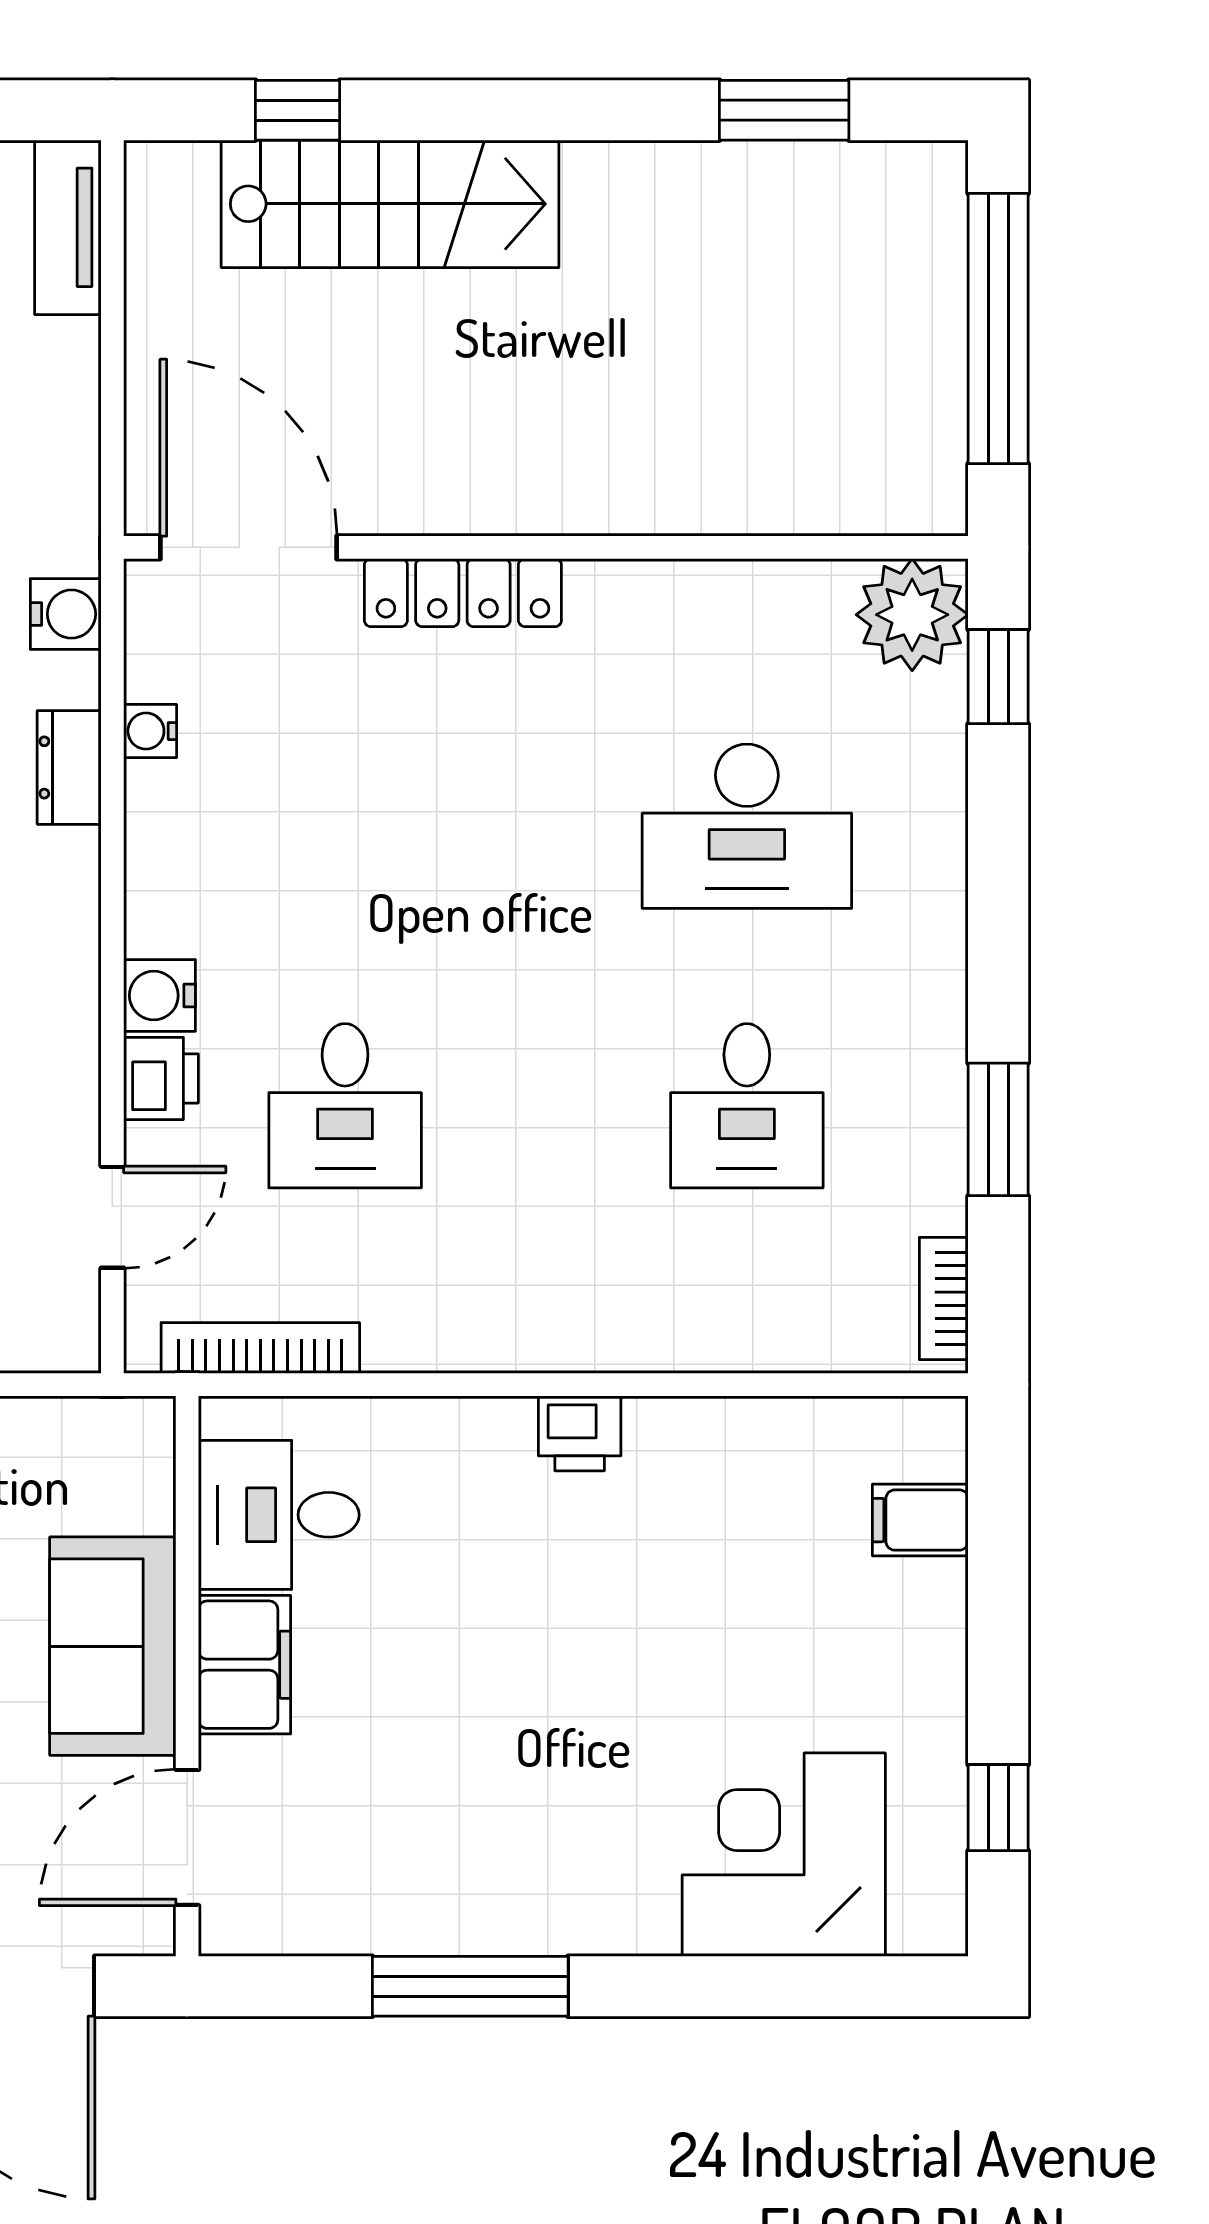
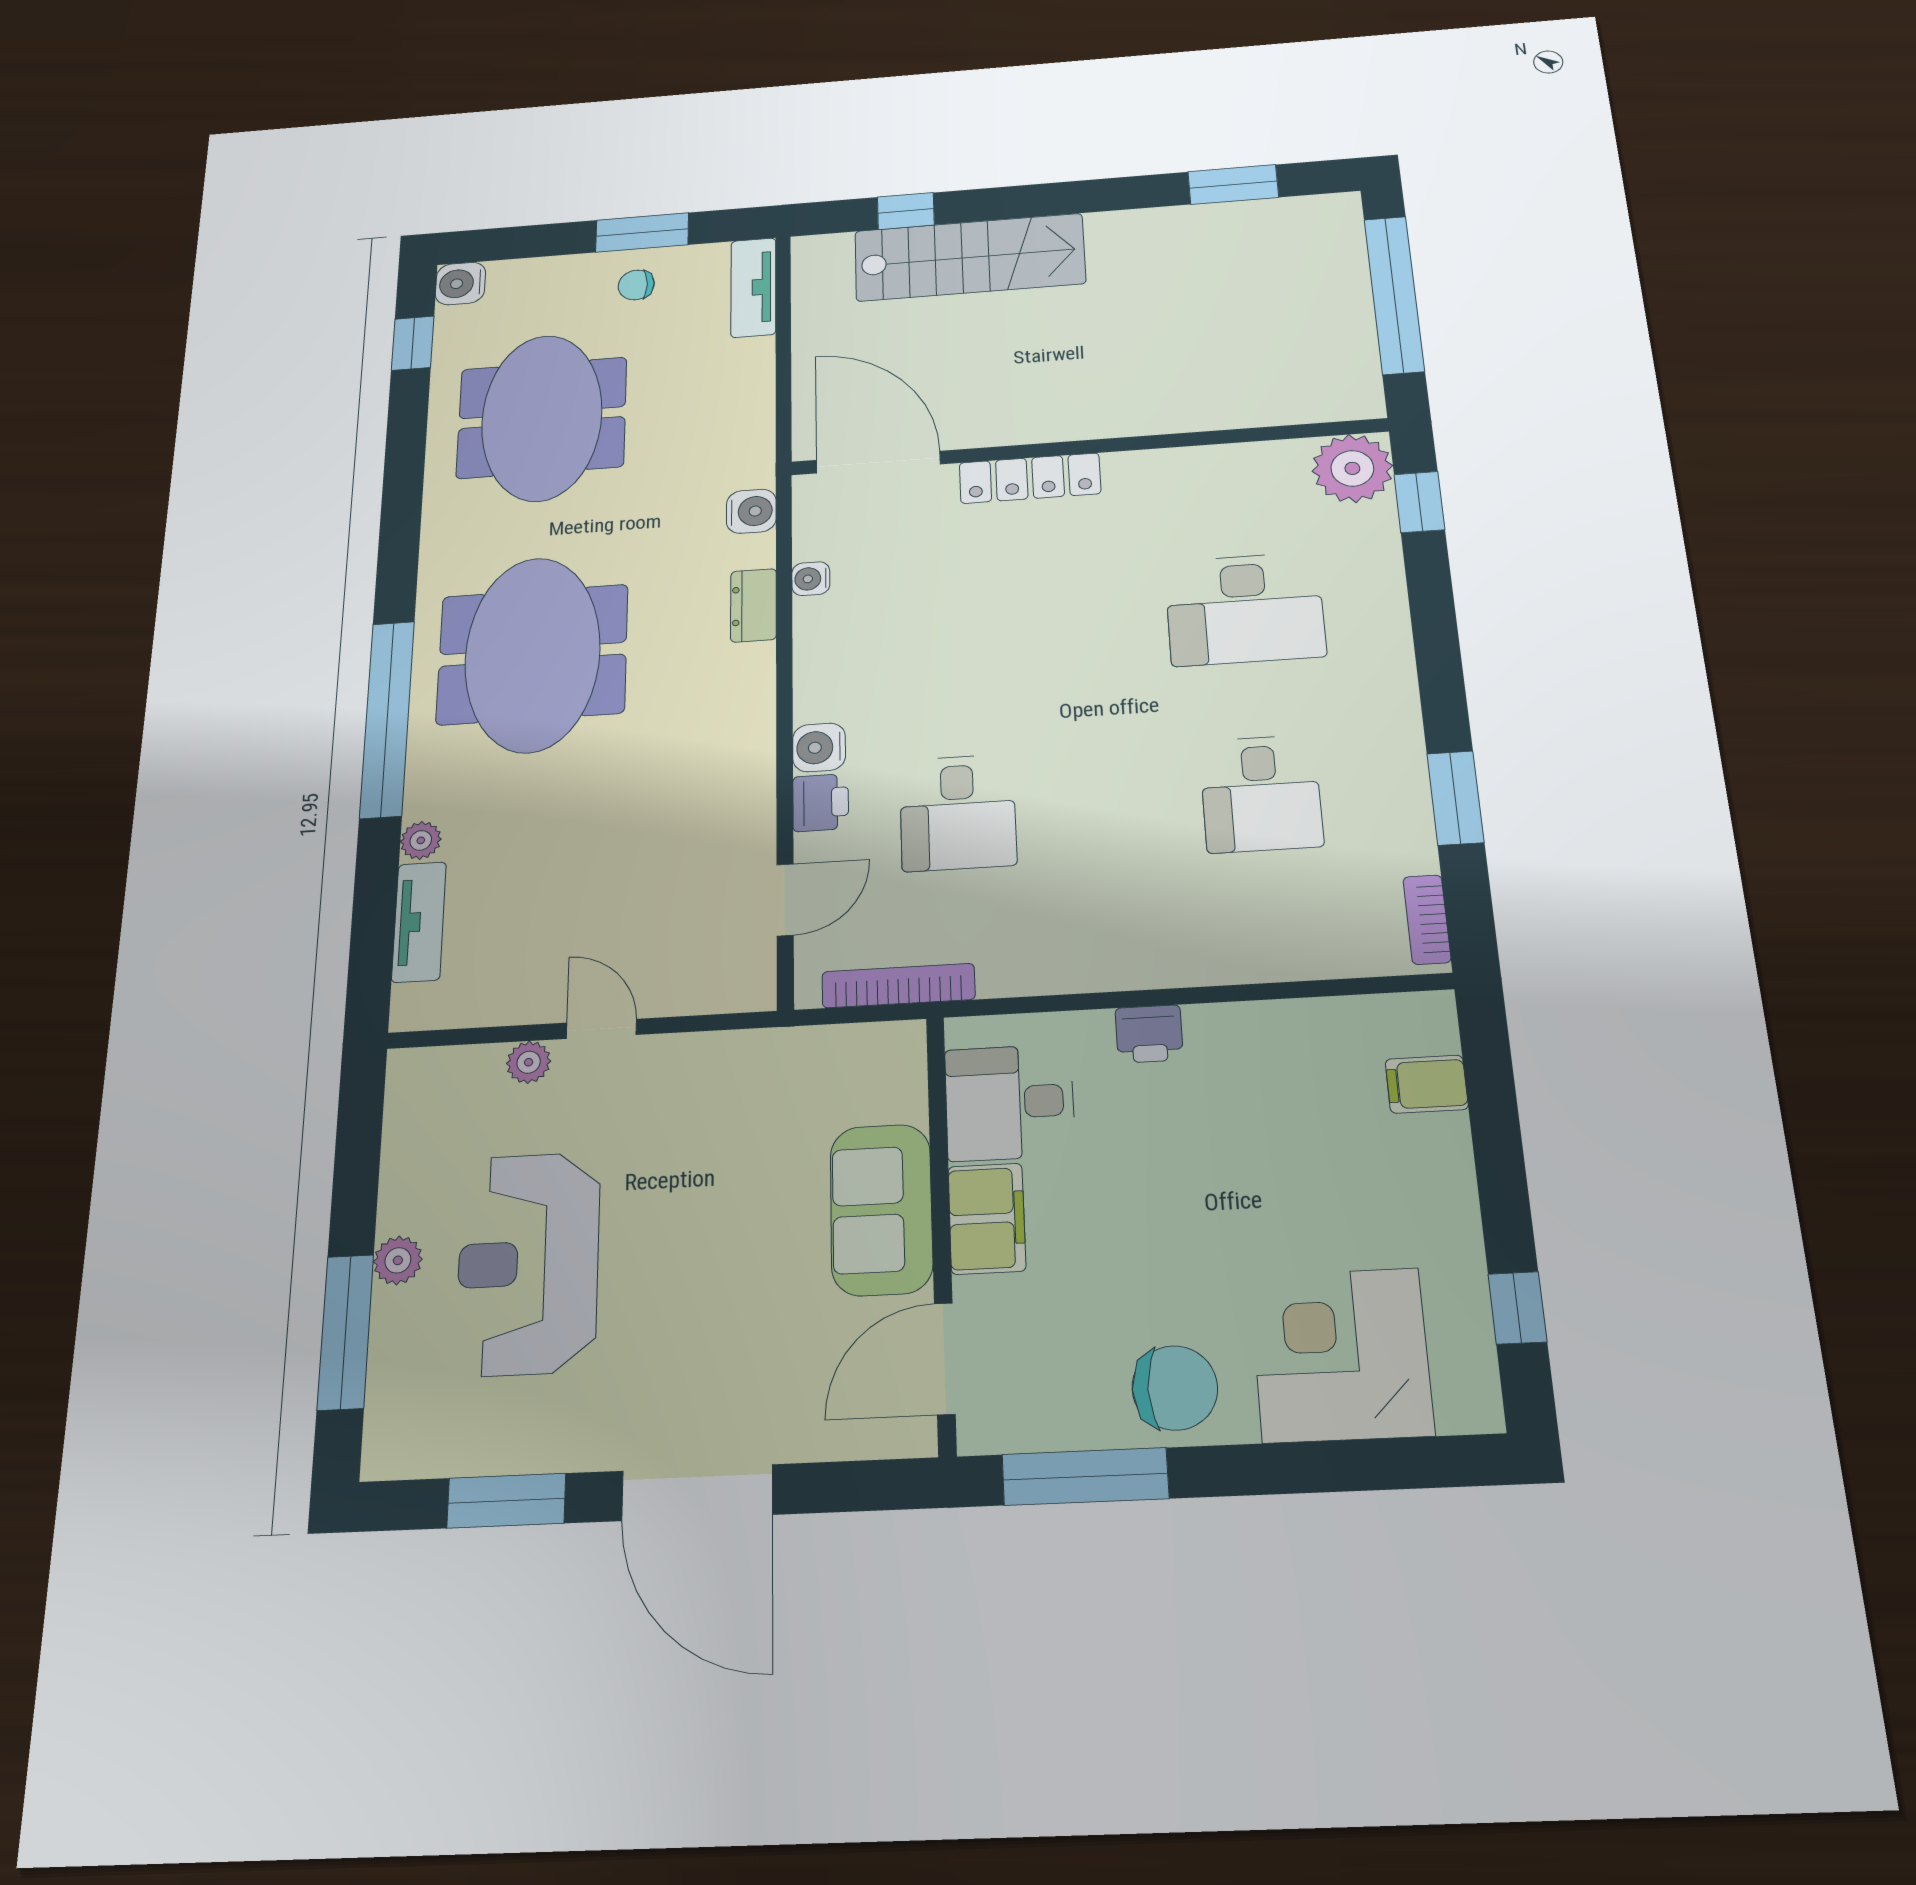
desk: (279, 1515) -> (1010, 1102), moved
sofa: (113, 1646) -> (881, 1209), moved
filing cabinet: (245, 1665) -> (987, 1219), moved
wall: (187, 1676) -> (941, 1230), moved
door: (187, 1837) -> (945, 1359), moved
chair: (583, 1886) -> (1175, 1388), added

